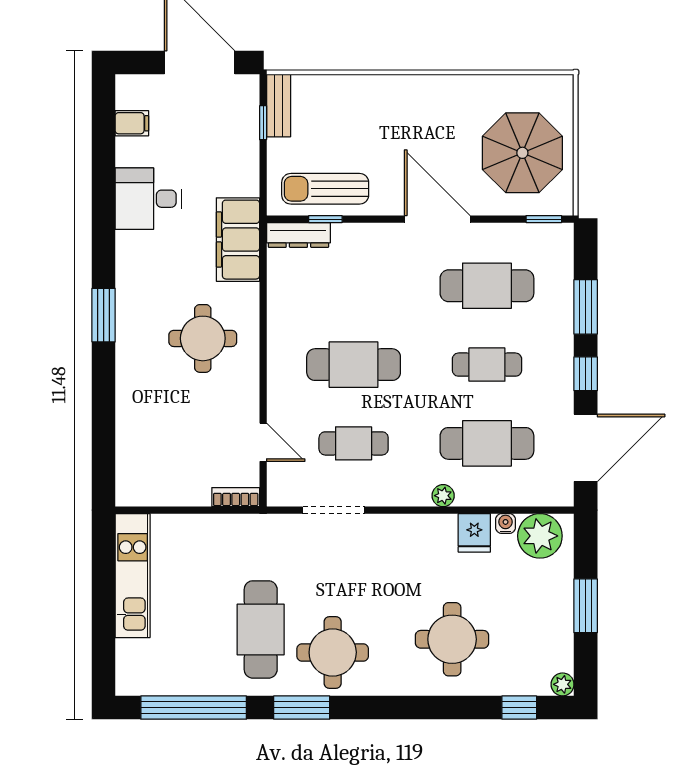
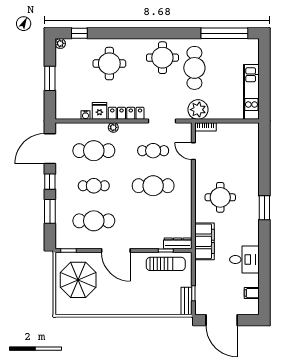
locker: (414, 527) -> (126, 113), added
plant: (540, 536) -> (198, 110), moved
window: (302, 708) -> (176, 33), removed

